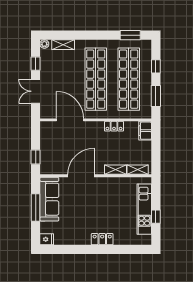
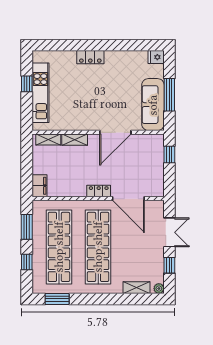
locker: (114, 126) -> (99, 191), moved

